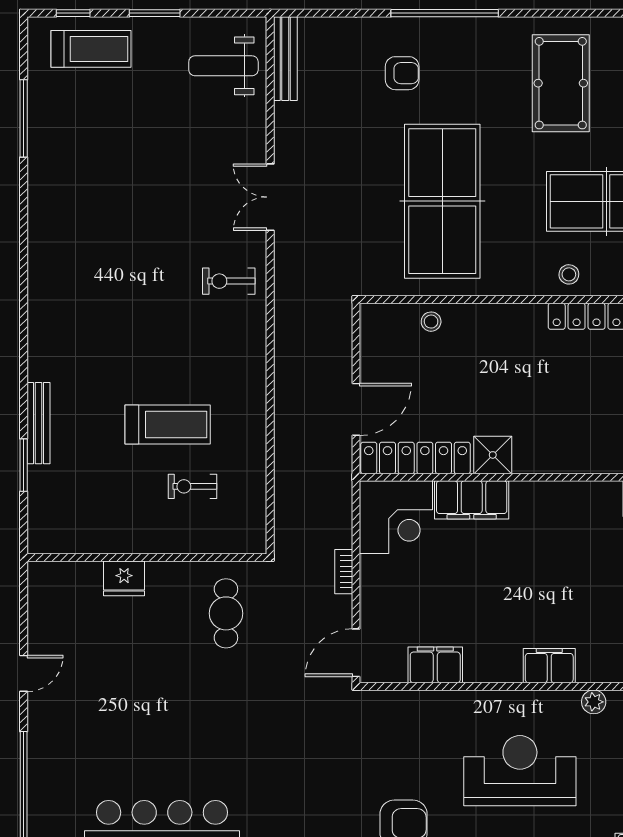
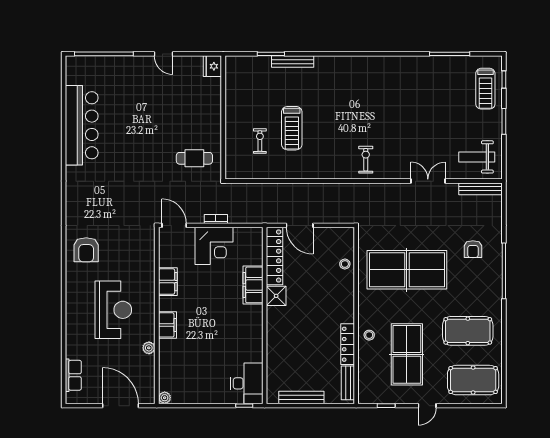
weight bench: (223, 66) -> (477, 157), turned -90
double door: (270, 197) -> (428, 181), moved
corner desk: (396, 517) -> (214, 246), moved, turned -90
fridge: (124, 578) -> (212, 66), moved
filing cabinet: (435, 665) -> (168, 282), moved

